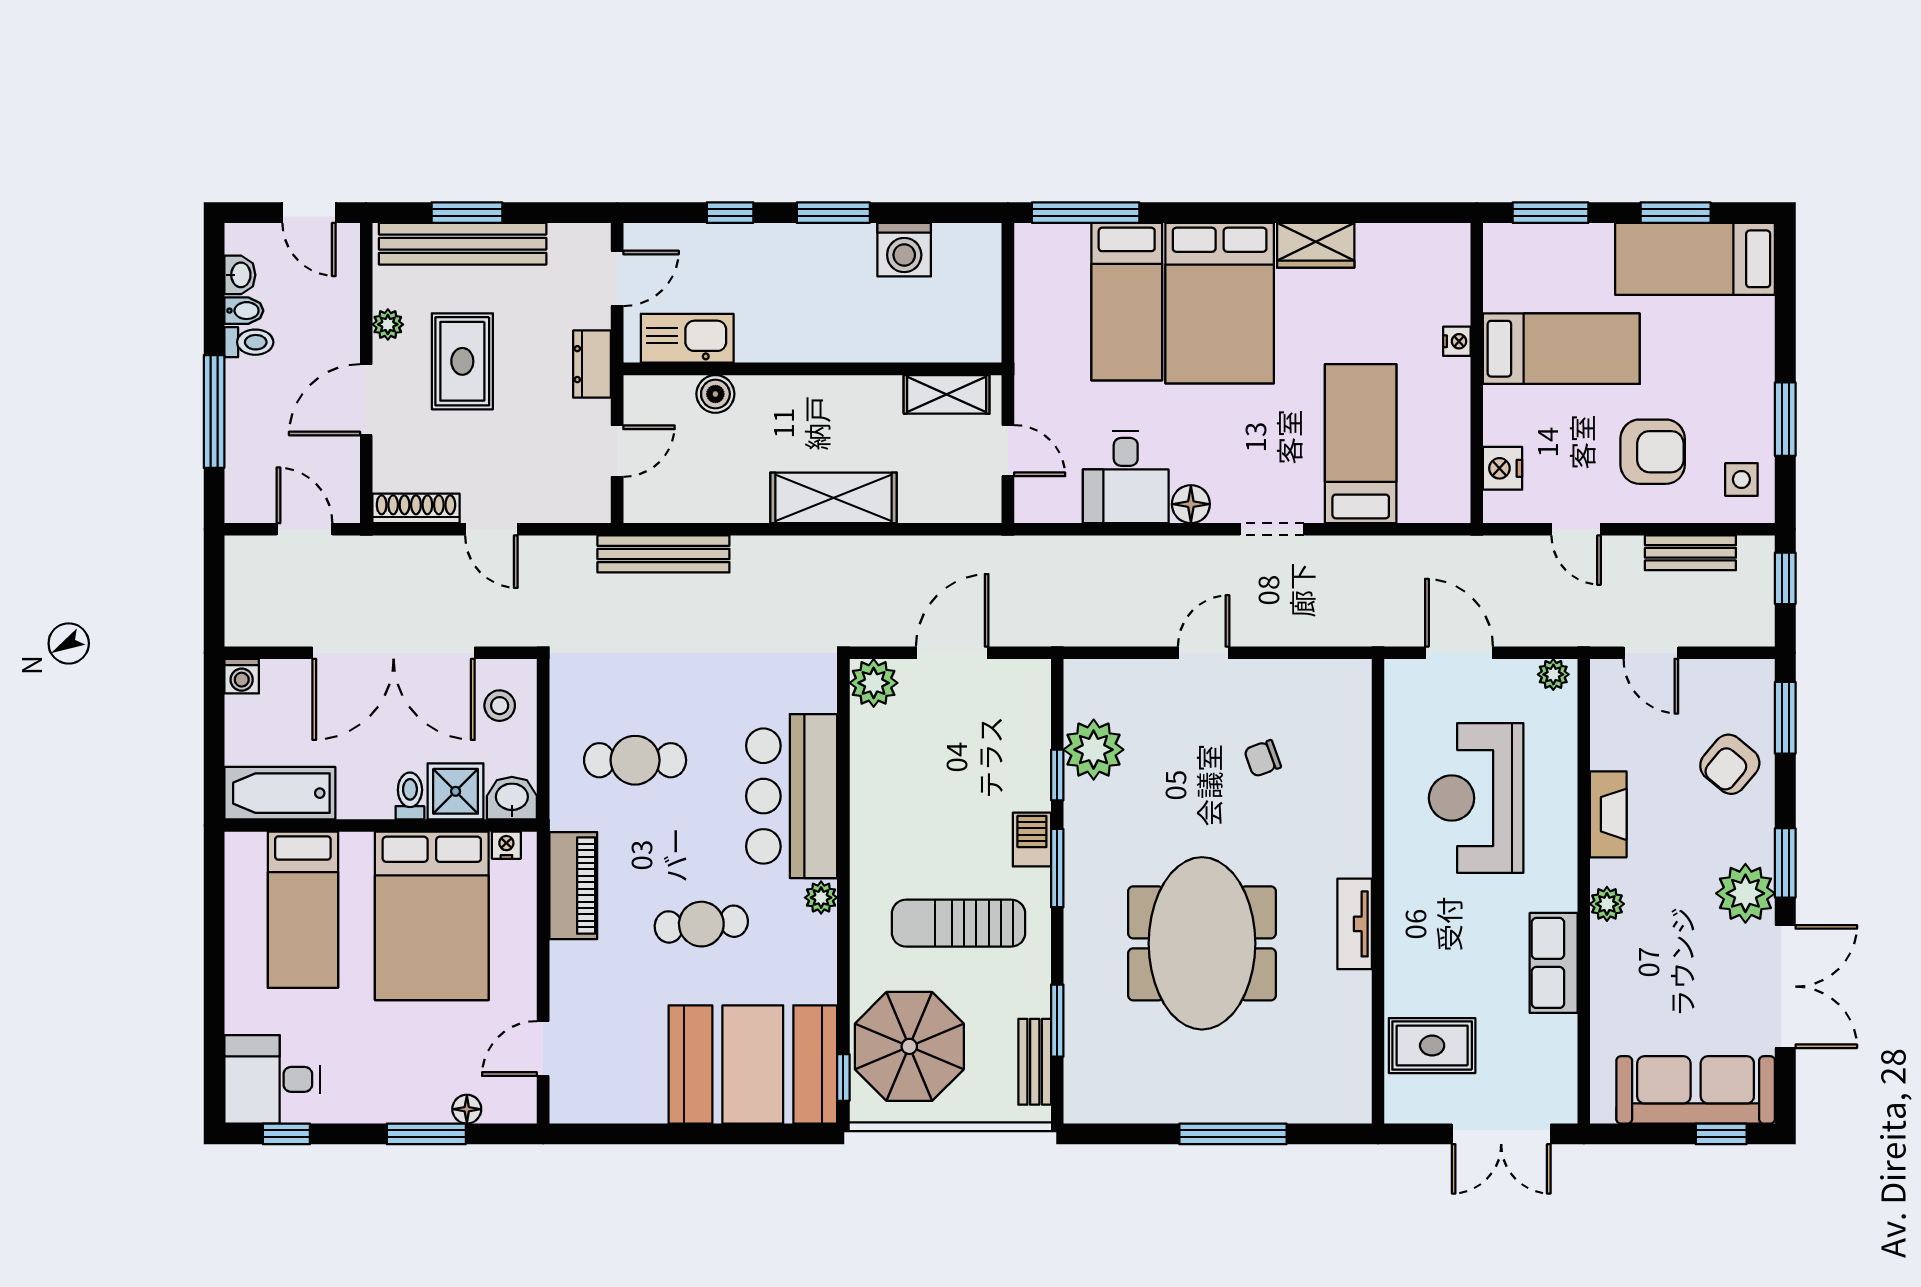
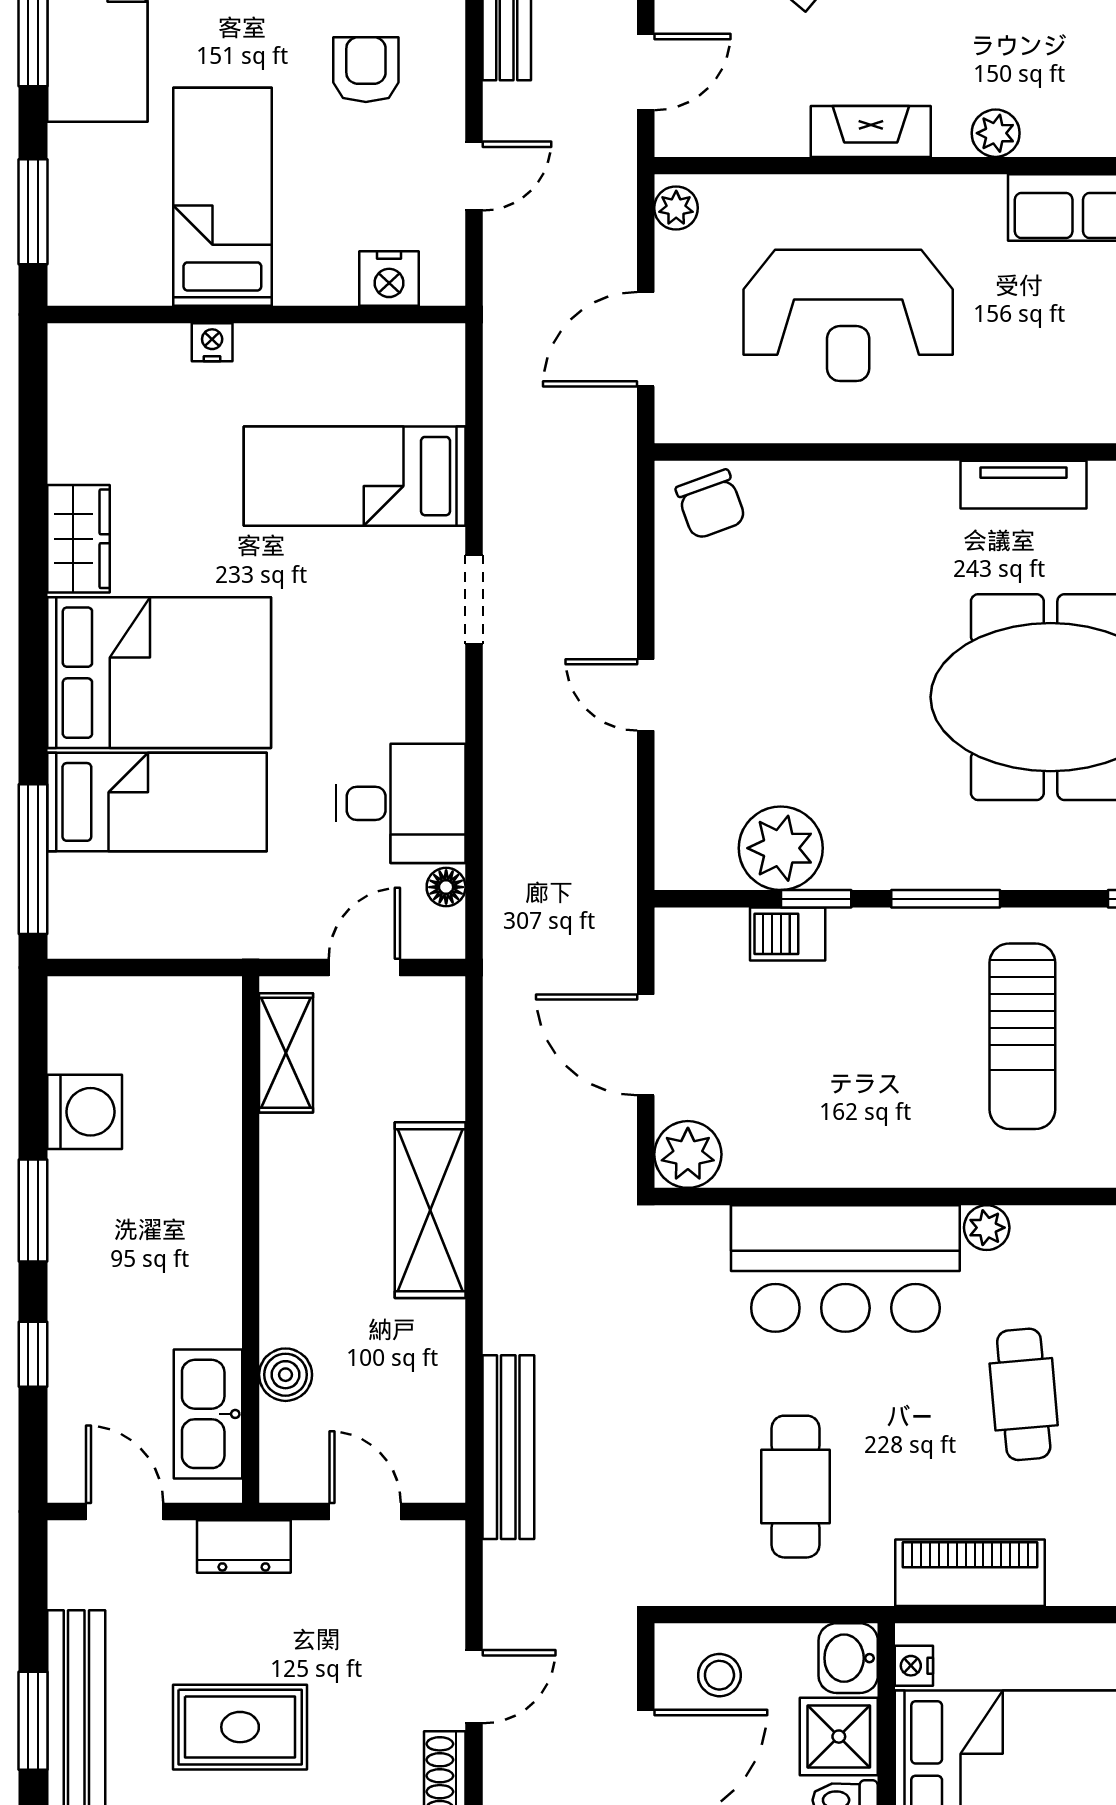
armchair: (1653, 452) -> (366, 70), width x0.72, depth x0.72
floor lamp: (1191, 504) -> (446, 887), moved, width x0.73, depth x0.73
chair: (1263, 758) -> (711, 504), moved, width x1.37, depth x1.37
barbecue: (1032, 840) -> (788, 934), moved

